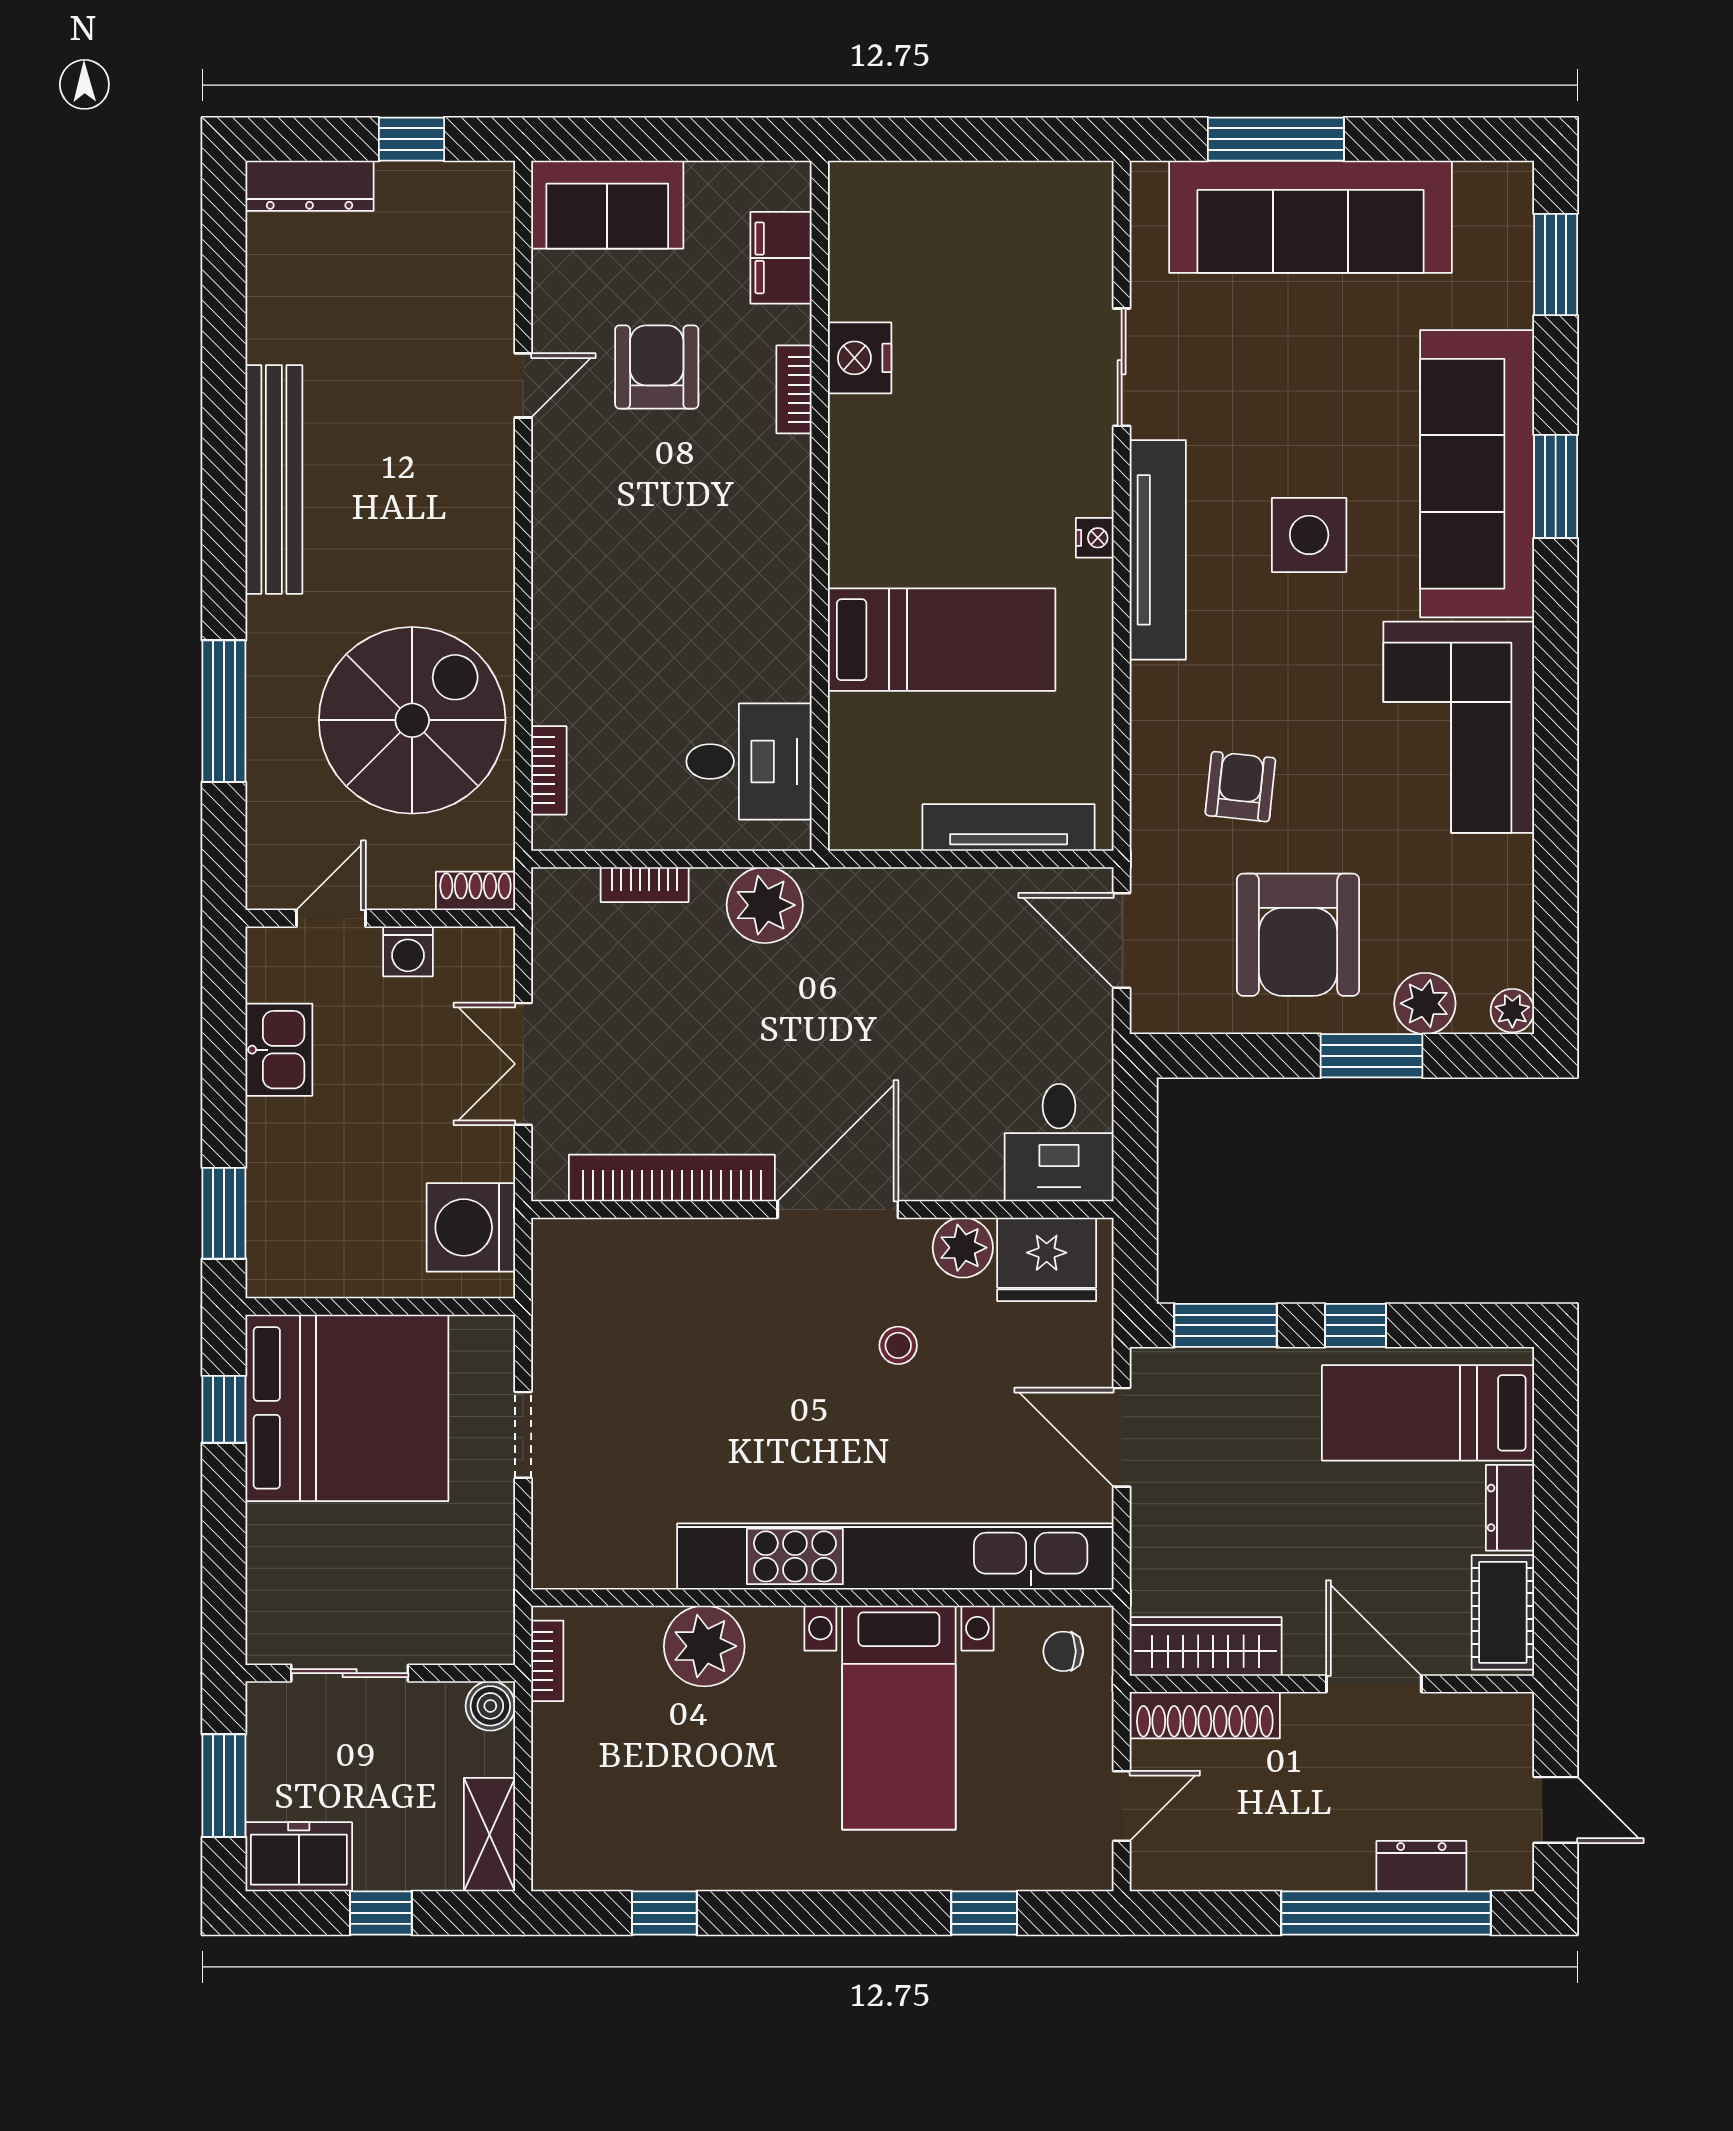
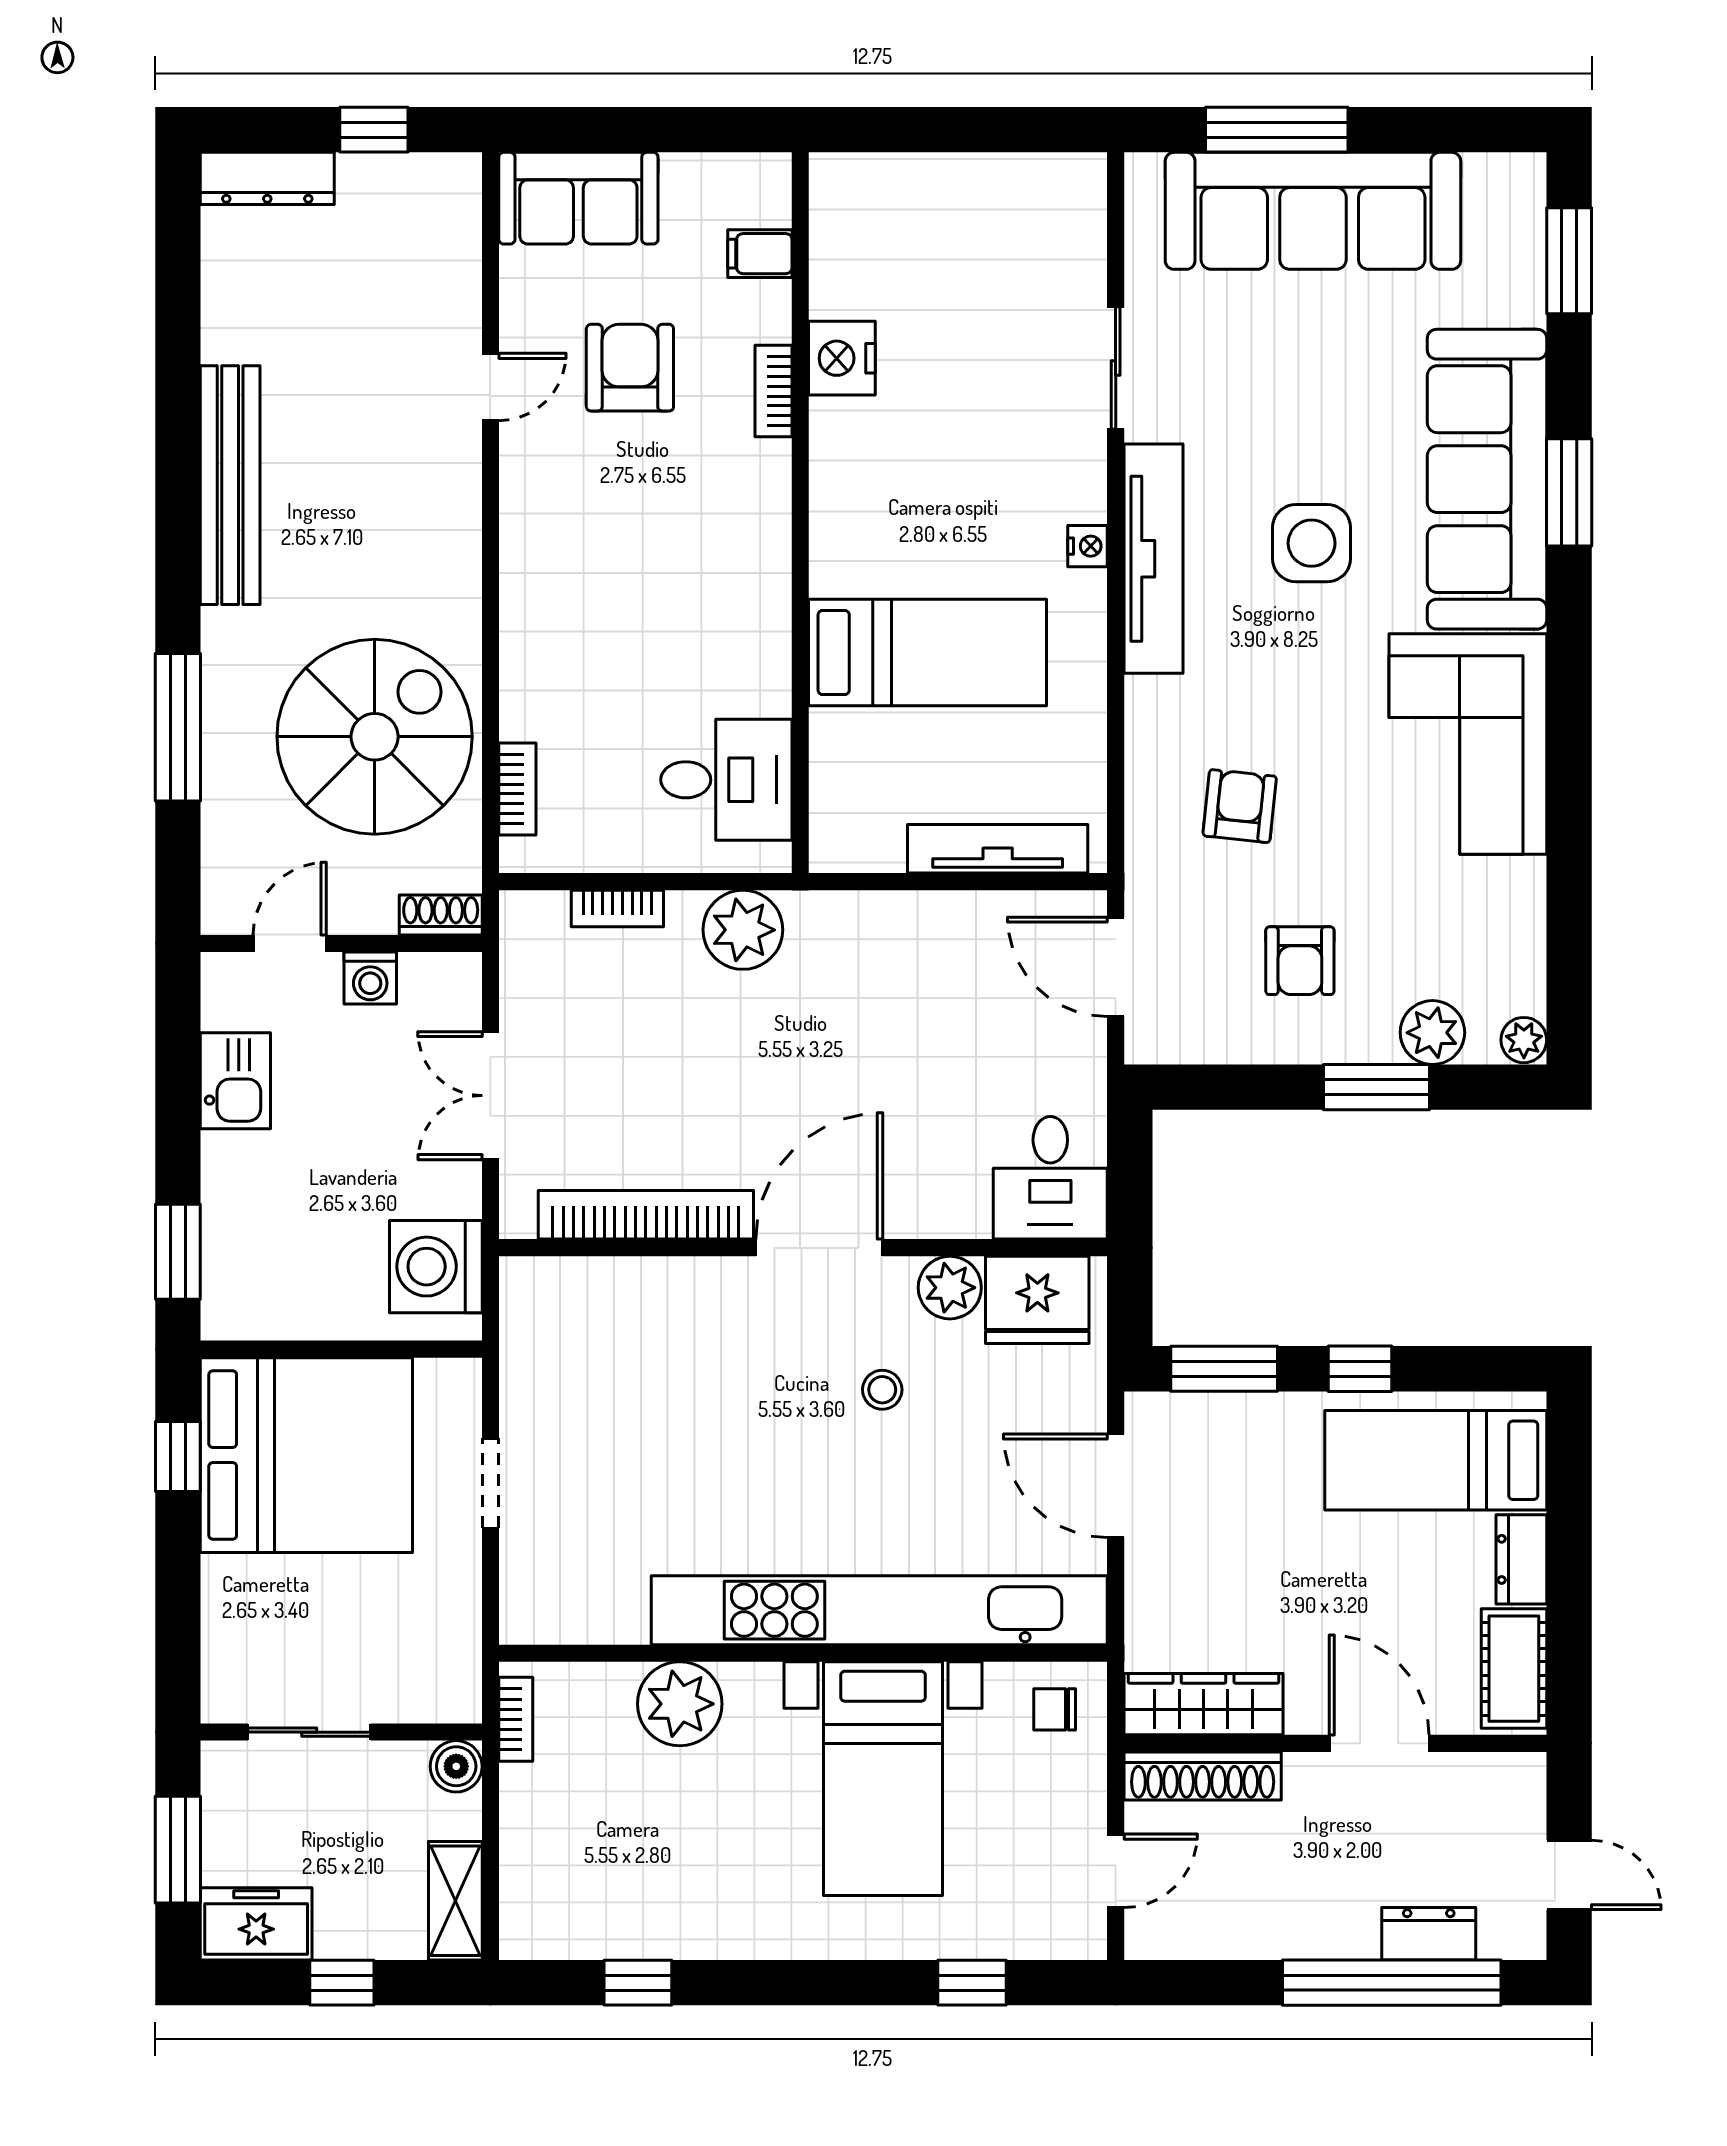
filing cabinet: (781, 258) -> (760, 254), width x0.50
armchair: (1298, 935) -> (1300, 961), width x0.53, depth x0.53

